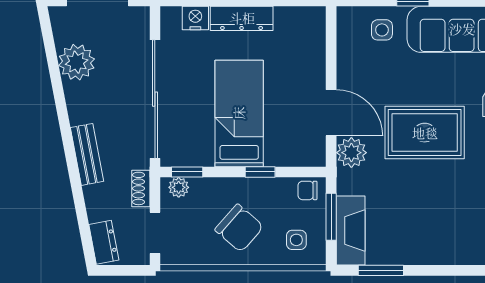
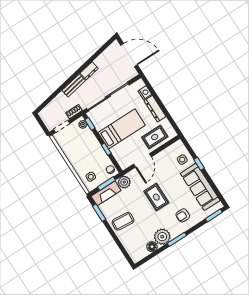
rug: (299, 57) -> (155, 137), added
plant: (77, 62) -> (103, 61), removed
rug: (425, 133) -> (156, 197), width x0.73, depth x0.70
plant: (351, 153) -> (124, 182), moved
chair: (239, 228) -> (82, 154), removed
coffee table: (430, 233) -> (123, 221), added
dresser: (104, 242) -> (89, 71), moved

